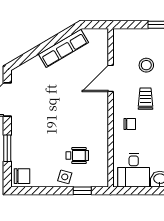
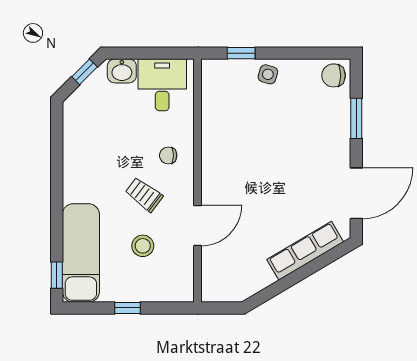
row of seats: (64, 48) -> (305, 251), moved
trolley: (146, 99) -> (144, 195), turned 127
wheelchair: (77, 156) -> (249, 107), removed

